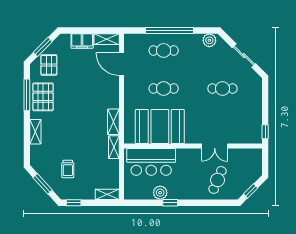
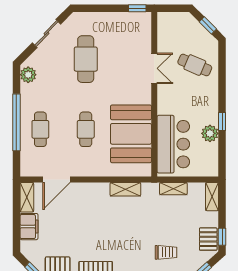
cafe table: (222, 89) -> (86, 59), width x1.37, depth x1.35
shelving: (114, 147) -> (173, 189), moved
trolley: (68, 169) -> (166, 252), moved
pallet: (72, 191) -> (208, 239), added

